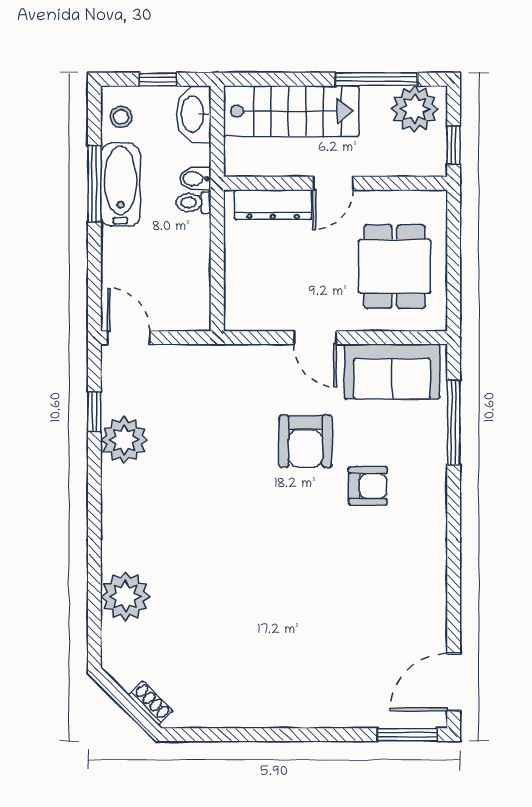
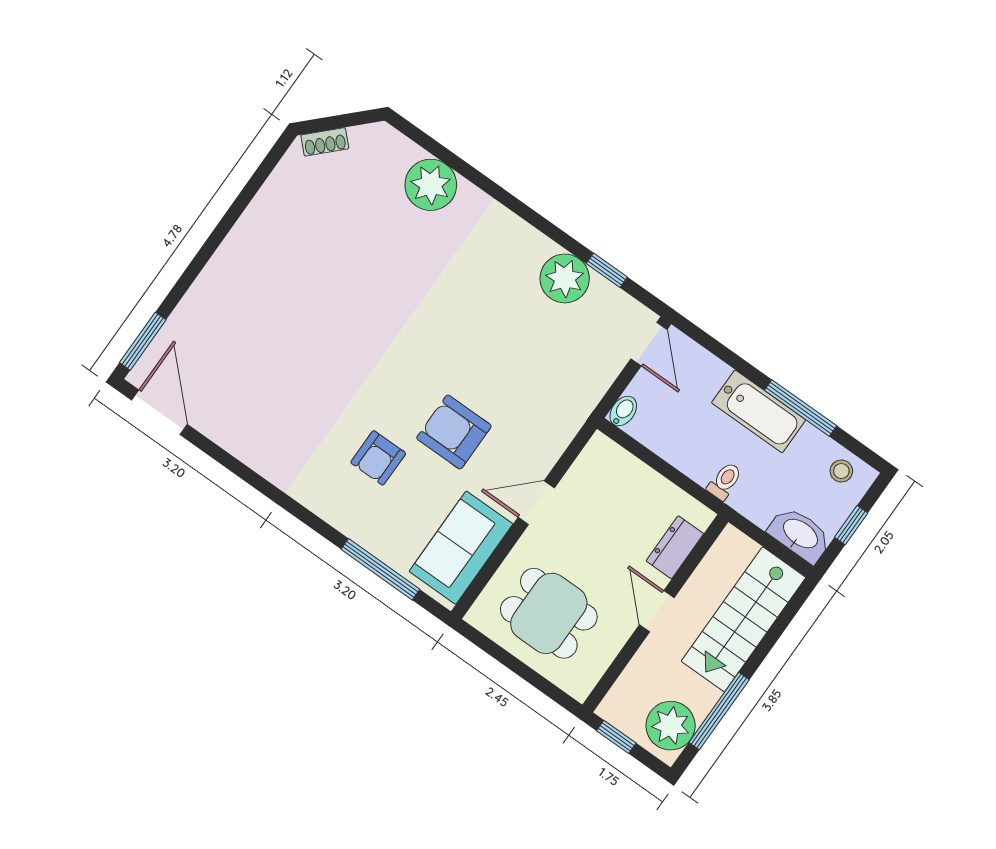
bidet: (195, 179) -> (623, 411), moved
bathtub: (120, 185) -> (759, 411), moved
dresser: (273, 205) -> (675, 547), width x0.70
door: (129, 338) -> (649, 344), hinge flipped

